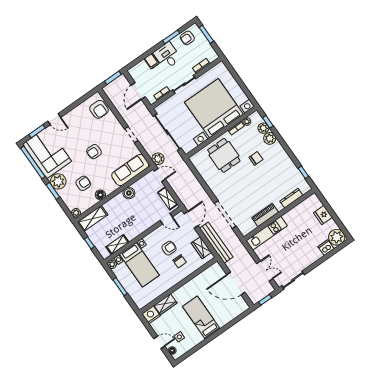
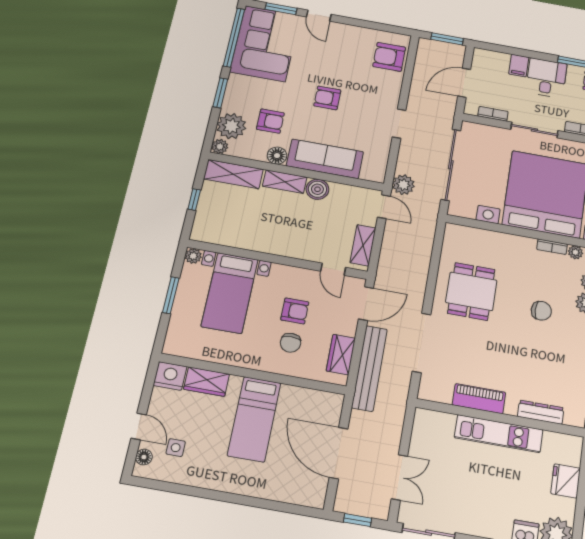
armchair: (99, 109) -> (389, 57), turned 90
dining table: (224, 155) -> (471, 291), moved
sofa: (130, 170) -> (325, 159), moved
plant: (58, 181) -> (231, 126), moved
kitchen unit: (267, 233) -> (499, 434), moved
shelving: (117, 245) -> (285, 182), moved
bed: (201, 318) -> (254, 419), moved, turned 180

